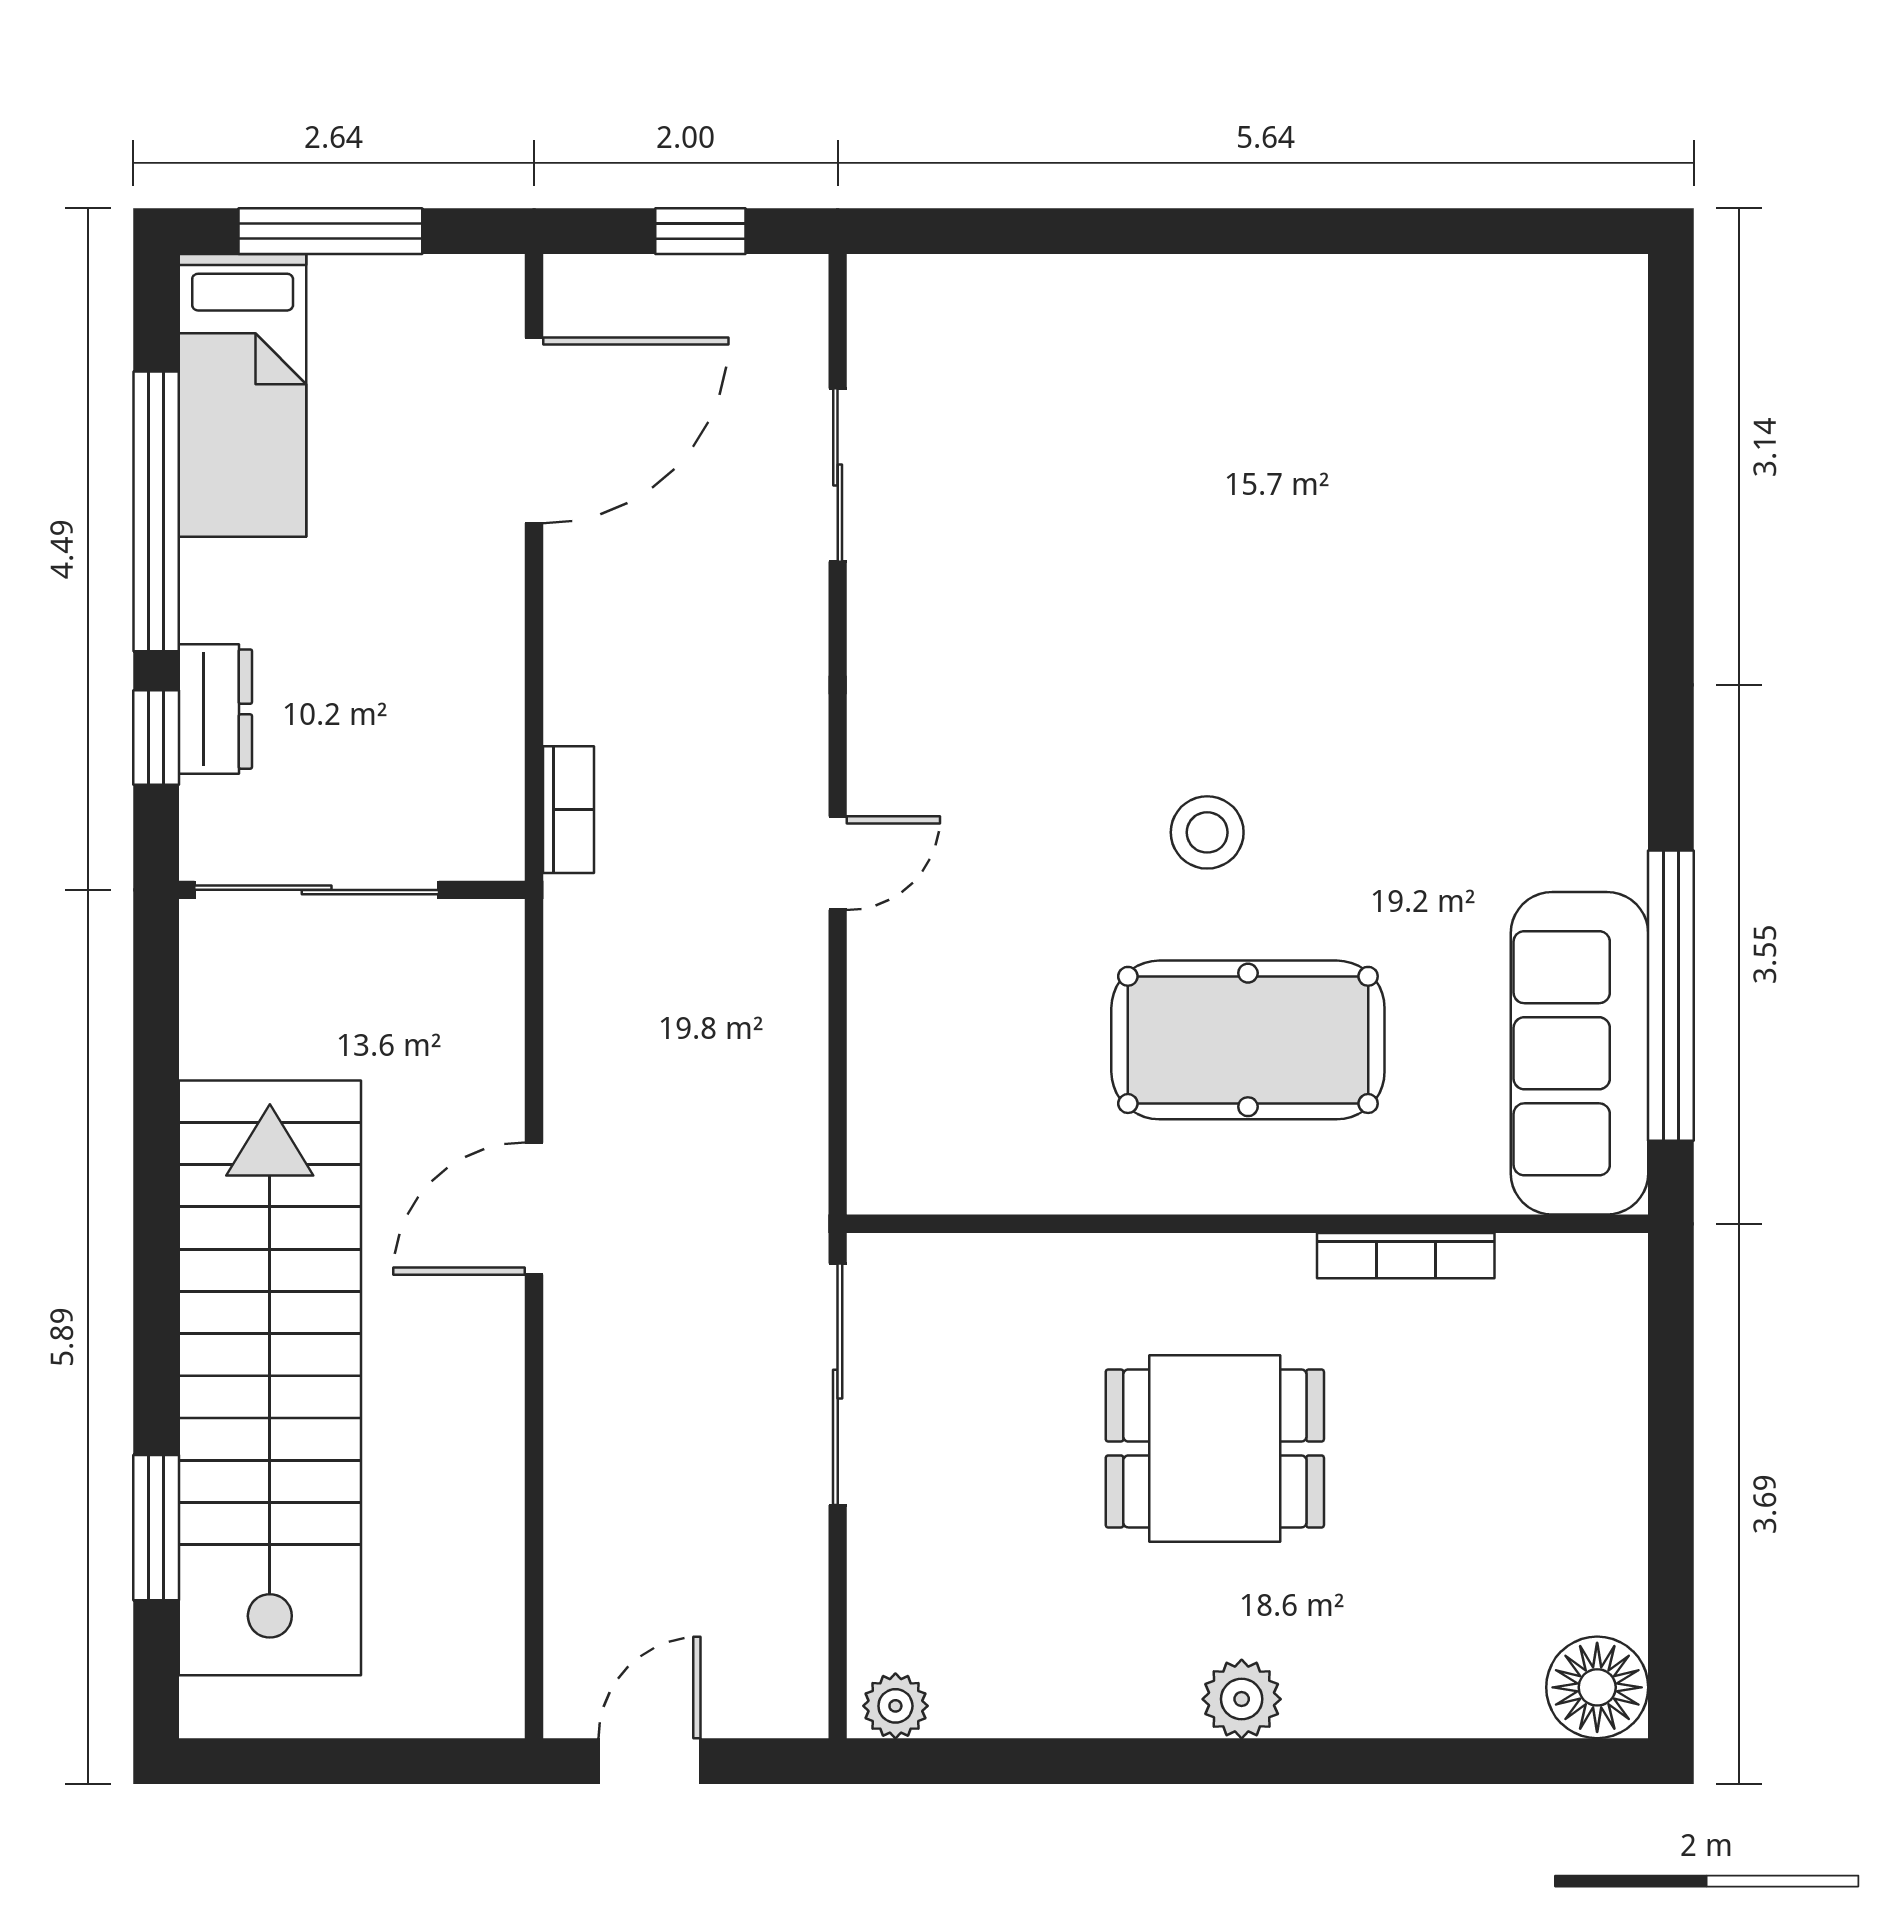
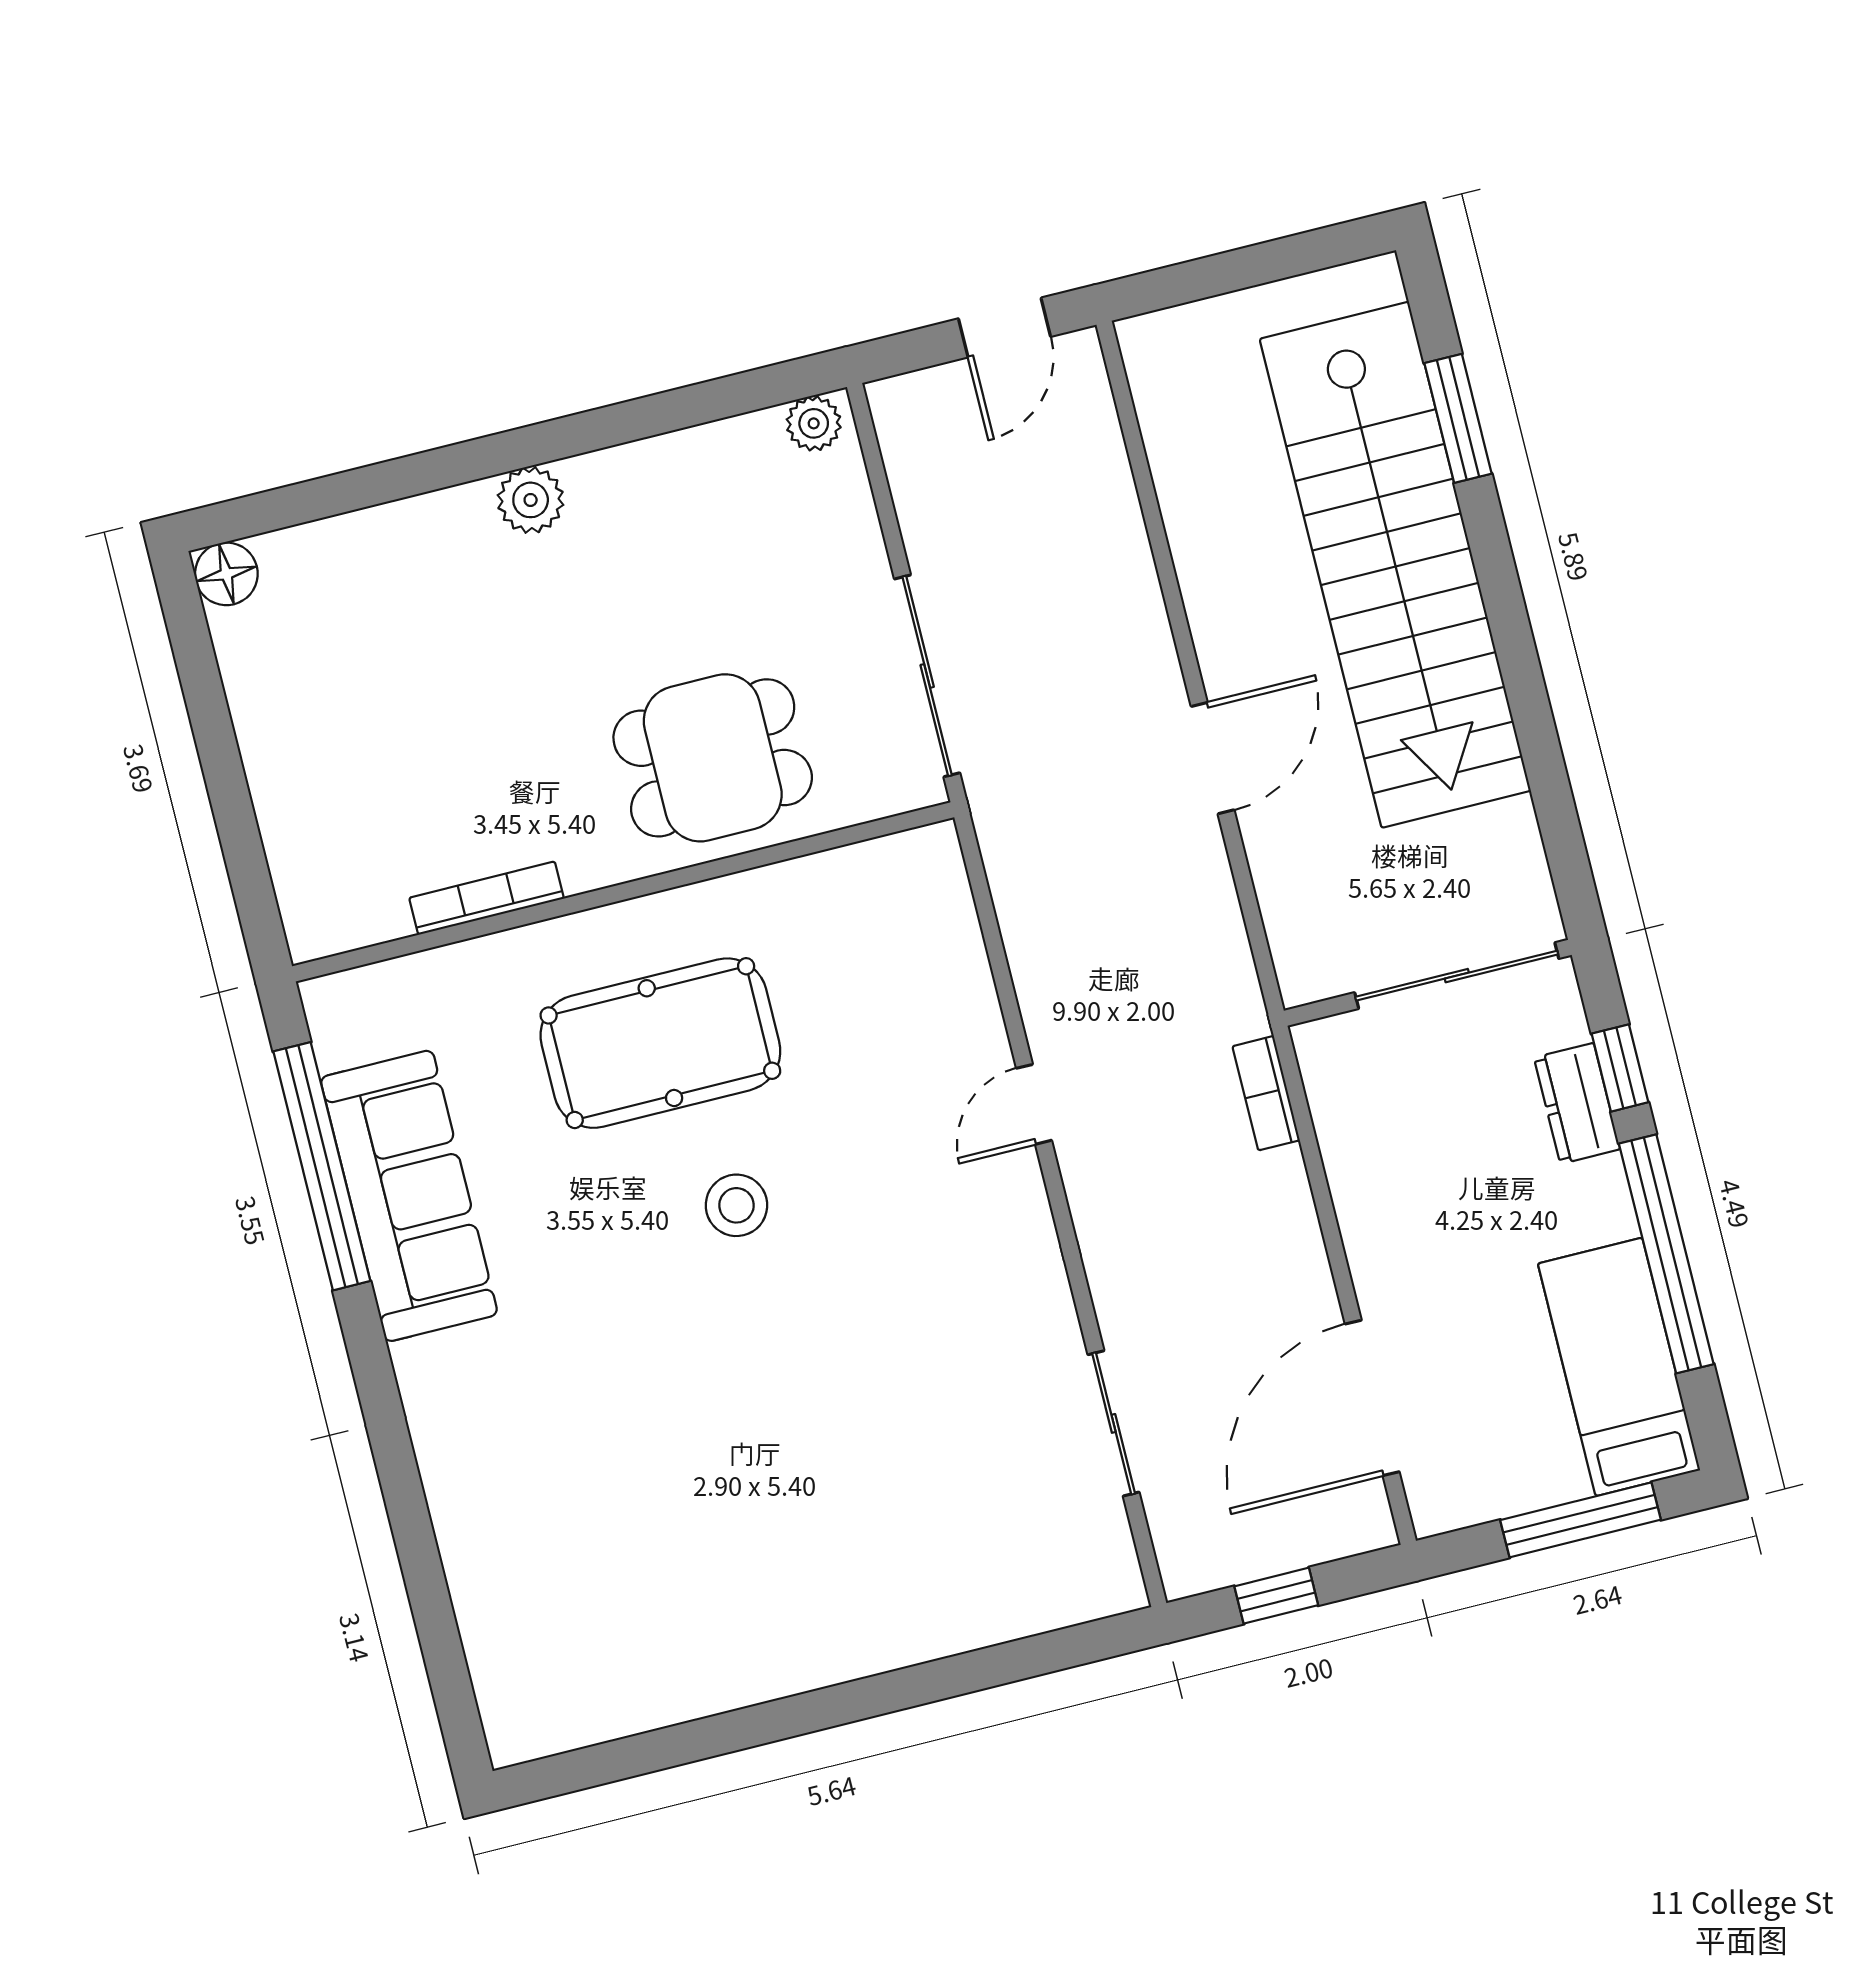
sofa: (1580, 1053) -> (409, 1196), moved
dining table: (1215, 1448) -> (713, 758), moved
floor lamp: (1597, 1687) -> (226, 574), width x0.73, depth x0.73

